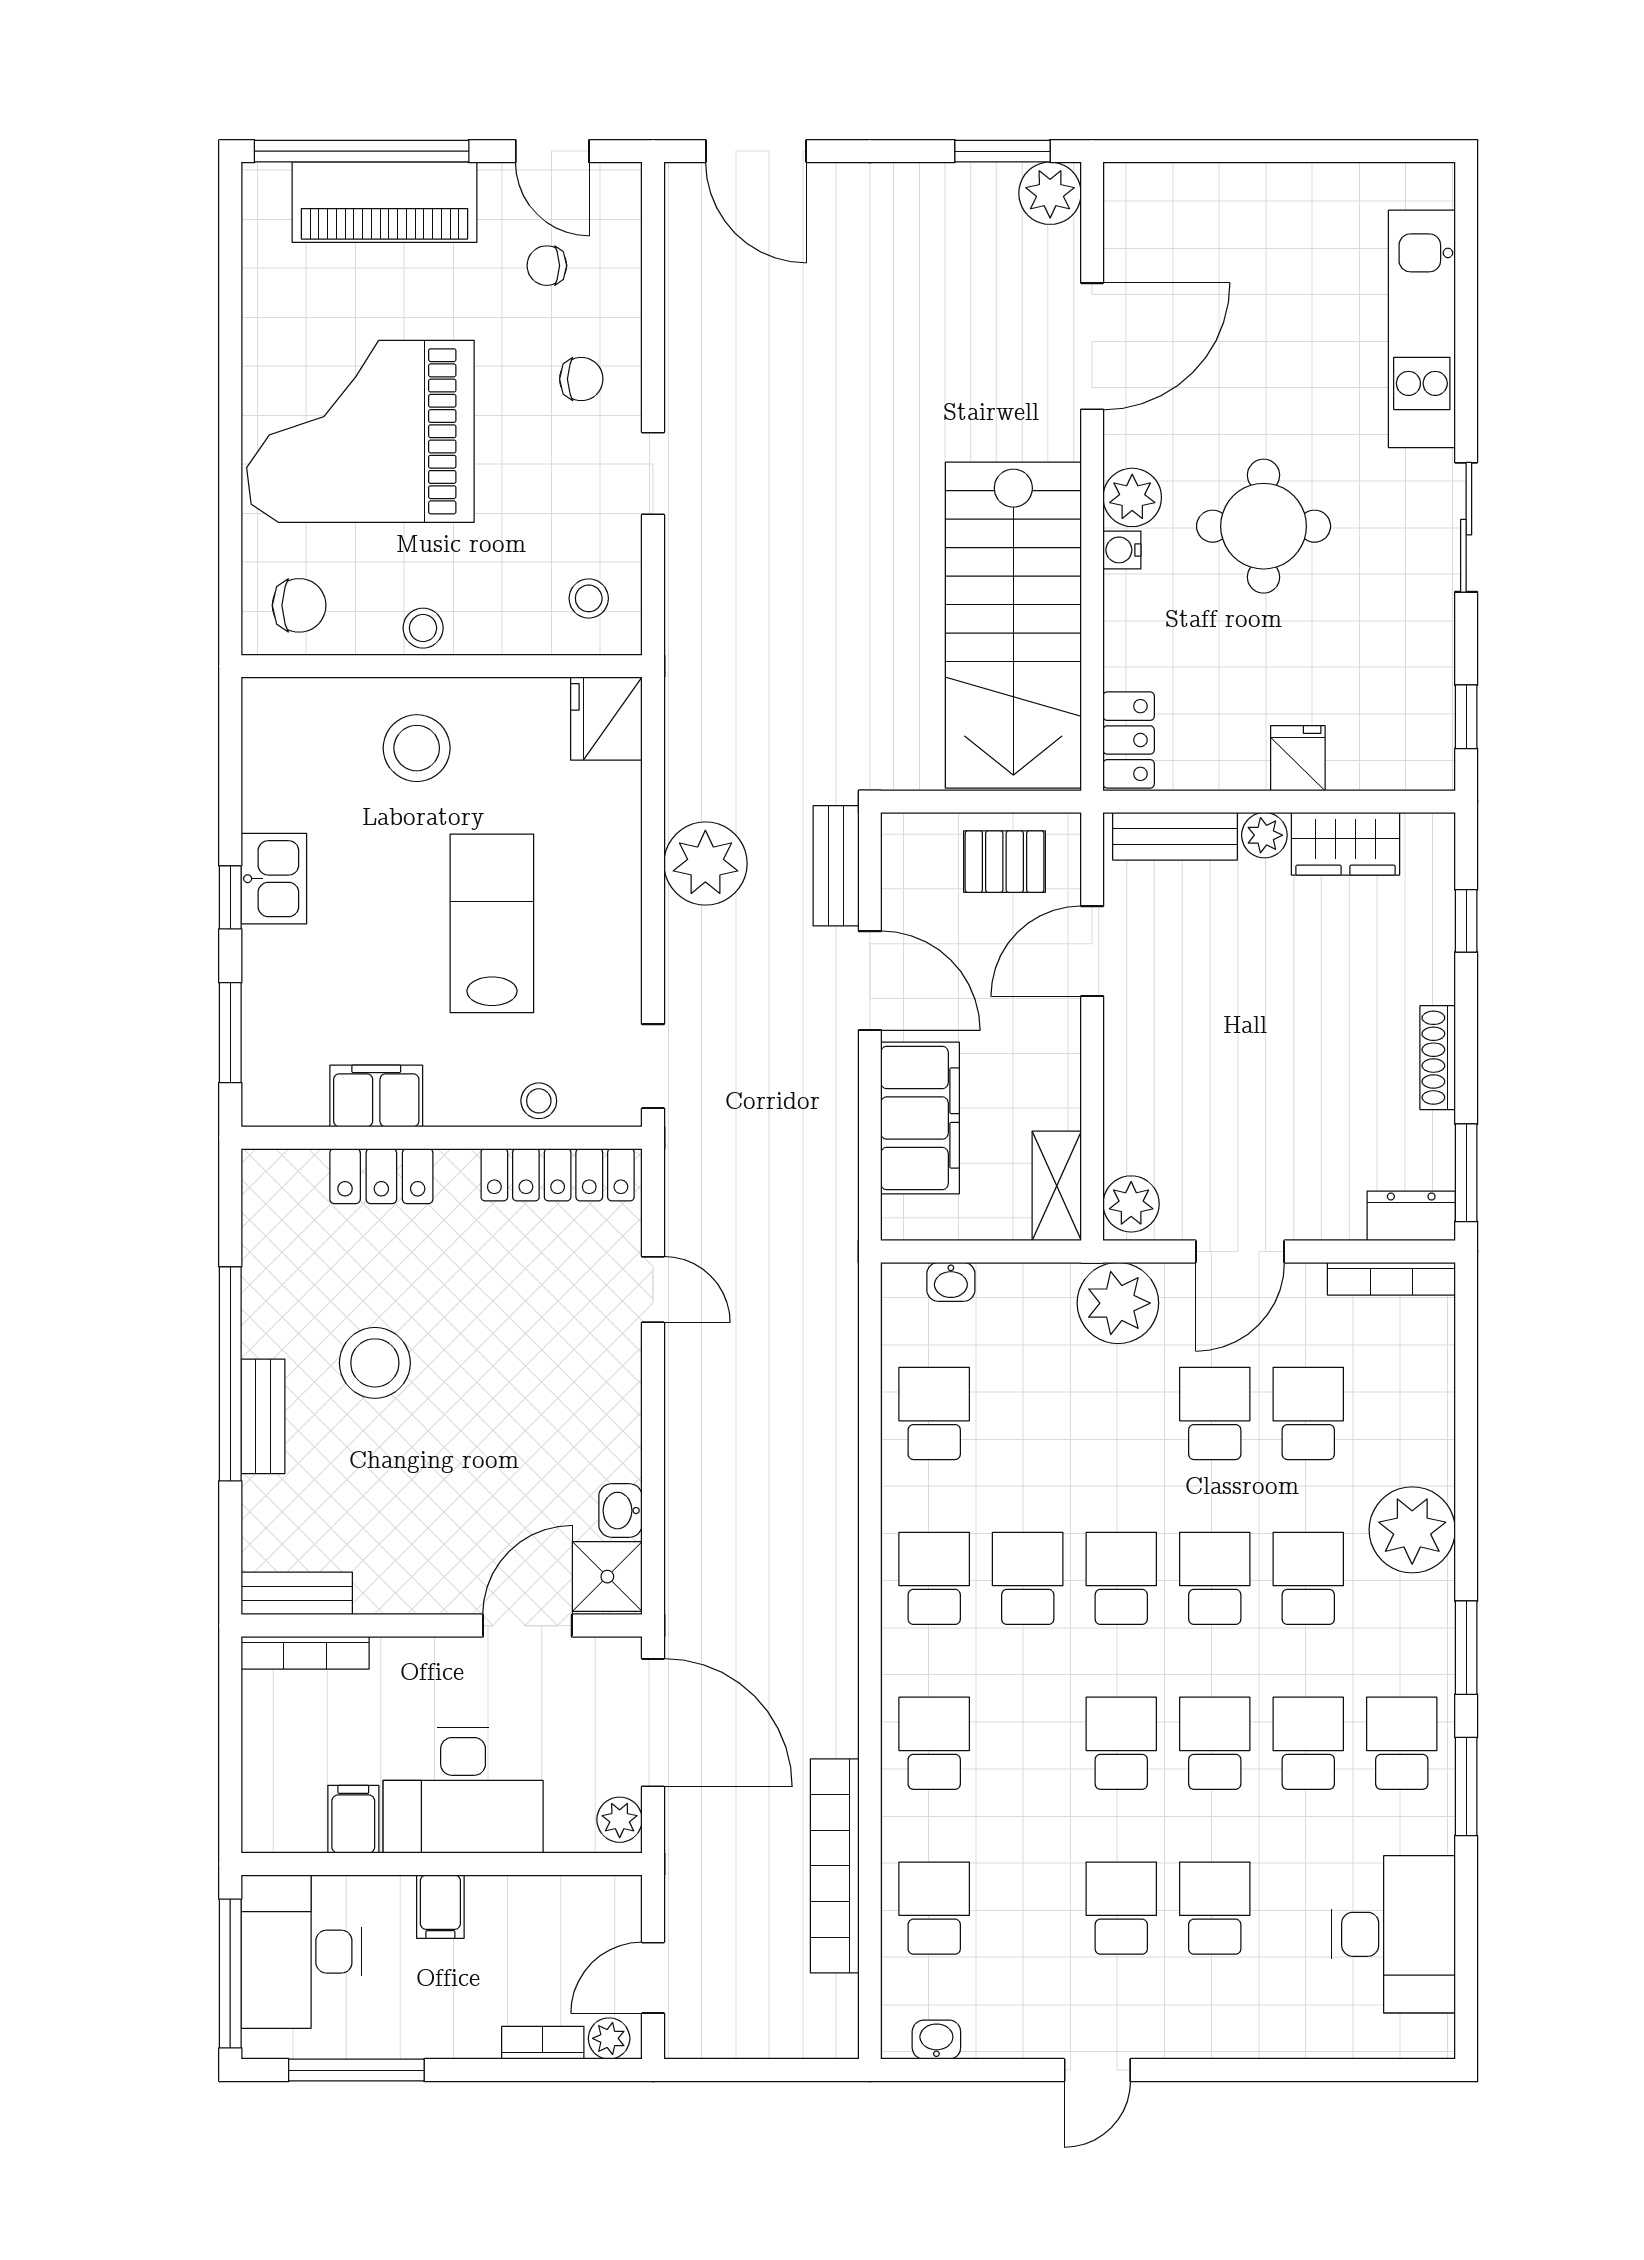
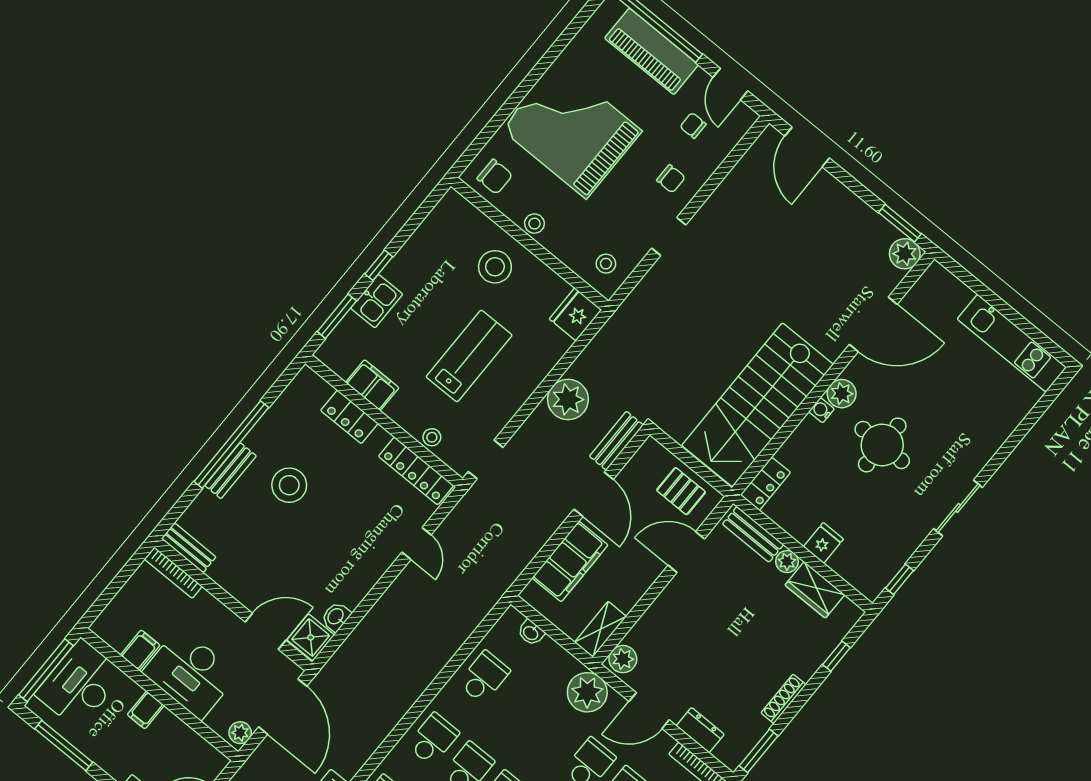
kitchen unit: (1422, 329) -> (1012, 343), moved, turned -90
kitchen sink: (274, 879) -> (377, 301), moved
dresser: (1411, 1216) -> (700, 730), moved

